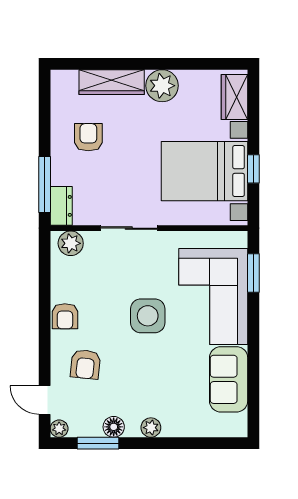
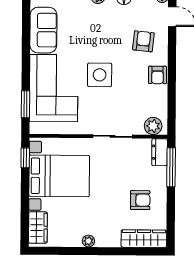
wardrobe: (112, 82) -> (144, 239), moved
plant: (162, 86) -> (88, 241), width x0.53, depth x0.53
armchair: (88, 137) -> (140, 200), turned -90
window: (253, 169) -> (25, 158), moved
armchair: (65, 316) -> (157, 75), turned 180

